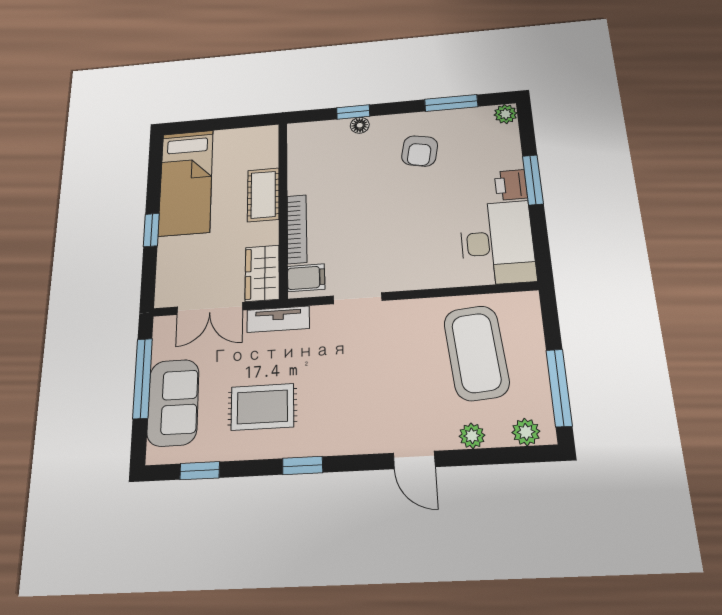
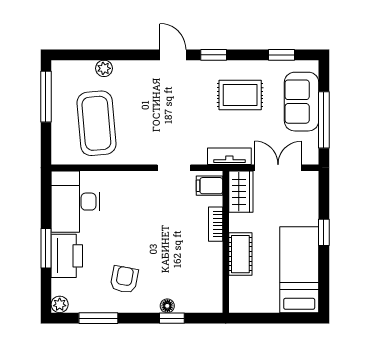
printer: (511, 185) -> (67, 256), width x1.87, depth x1.48
bookcase: (297, 229) -> (216, 224), width x0.64
plant: (526, 432) -> (70, 69), removed
door: (414, 460) -> (173, 55), moved

